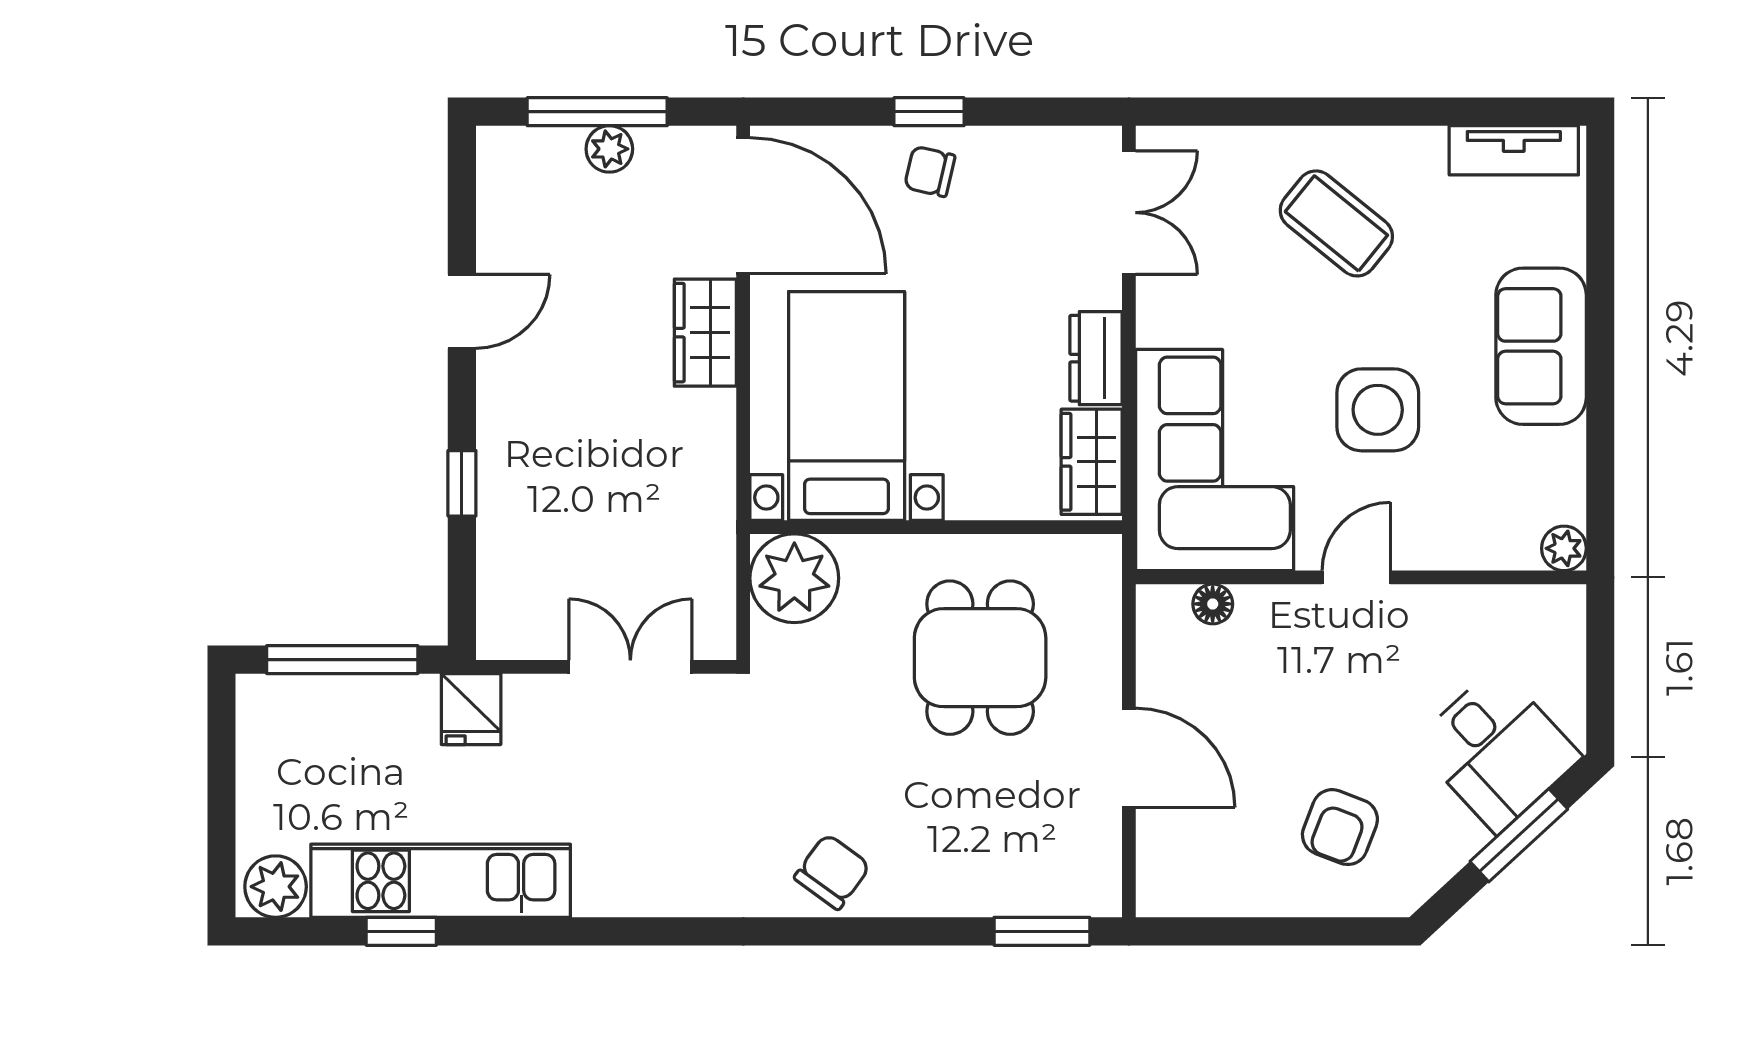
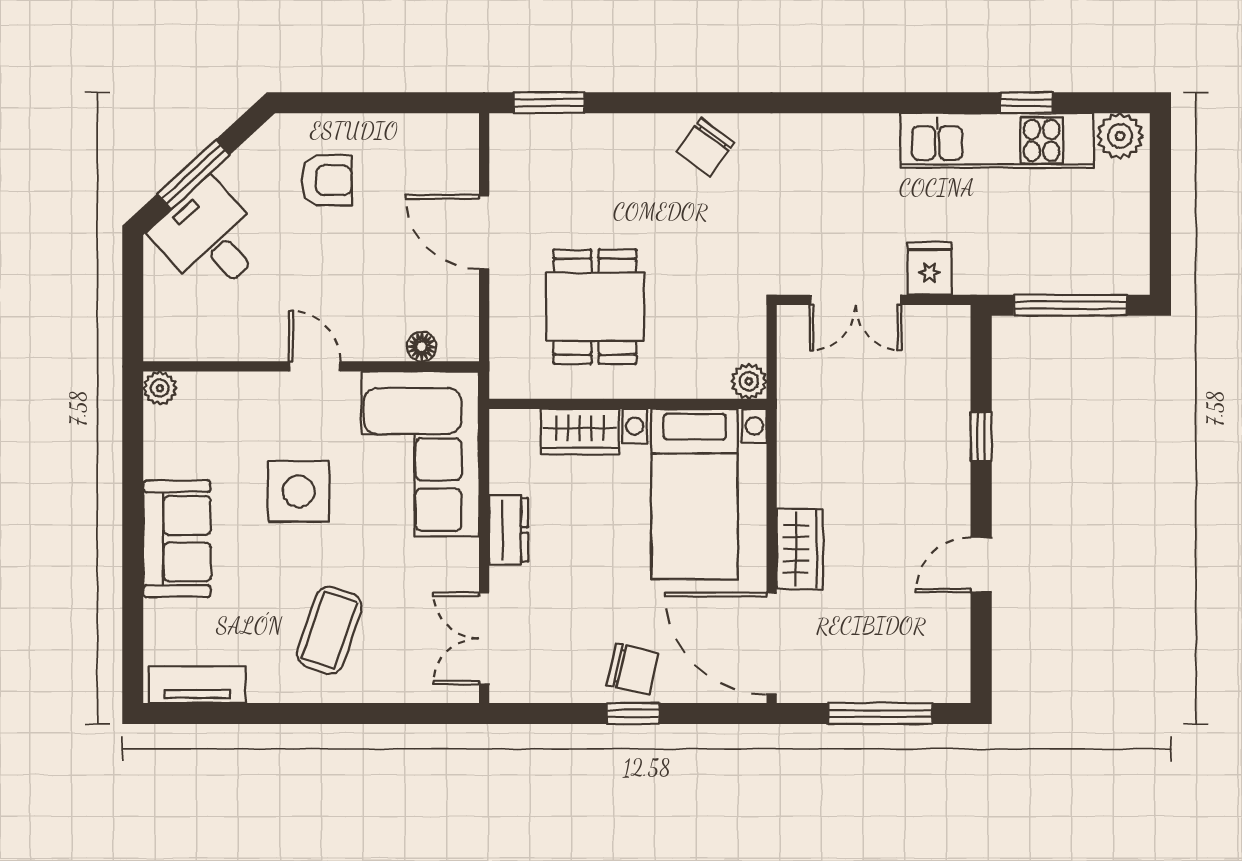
plant: (609, 149) -> (871, 686), removed
chair: (930, 171) -> (633, 669), width x1.37, depth x1.37
coffee table: (1336, 223) -> (329, 630), turned 70
wardrobe: (1092, 462) -> (580, 432), moved, turned 90
door: (1356, 577) -> (315, 366), swing flipped
plant: (794, 578) -> (749, 381), width x0.53, depth x0.53
fridge: (471, 709) -> (930, 268), moved
armchair: (1340, 827) -> (327, 180), turned 69

